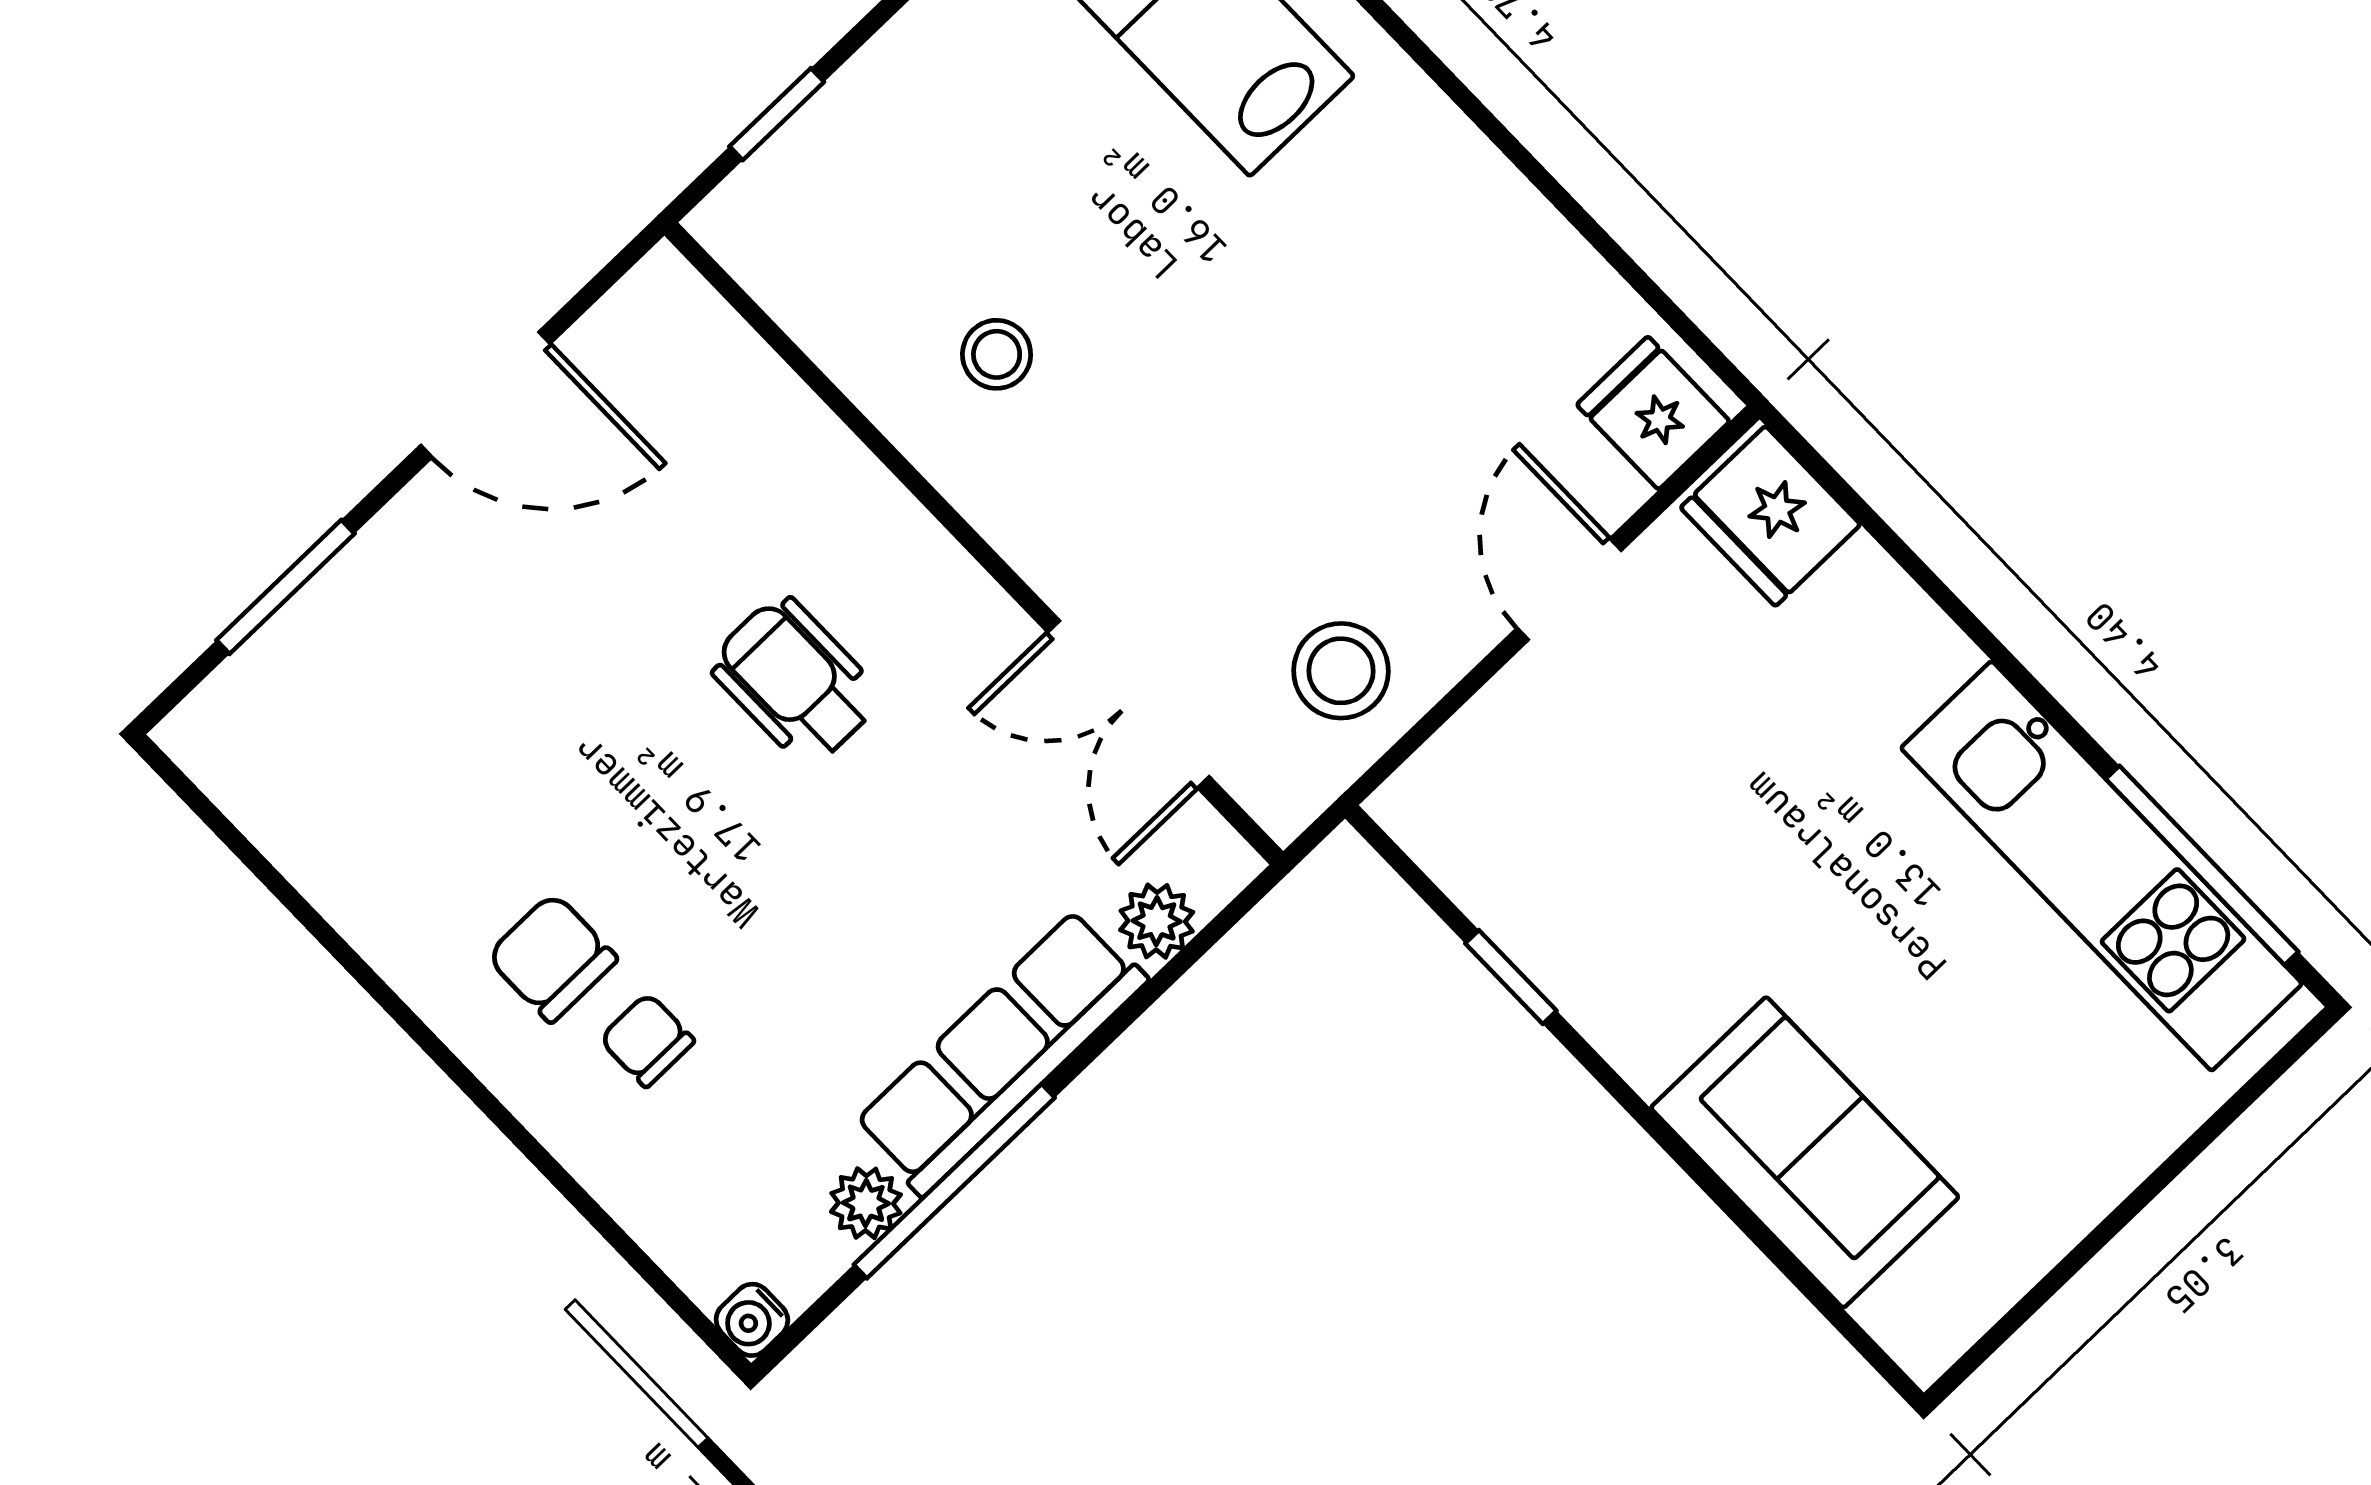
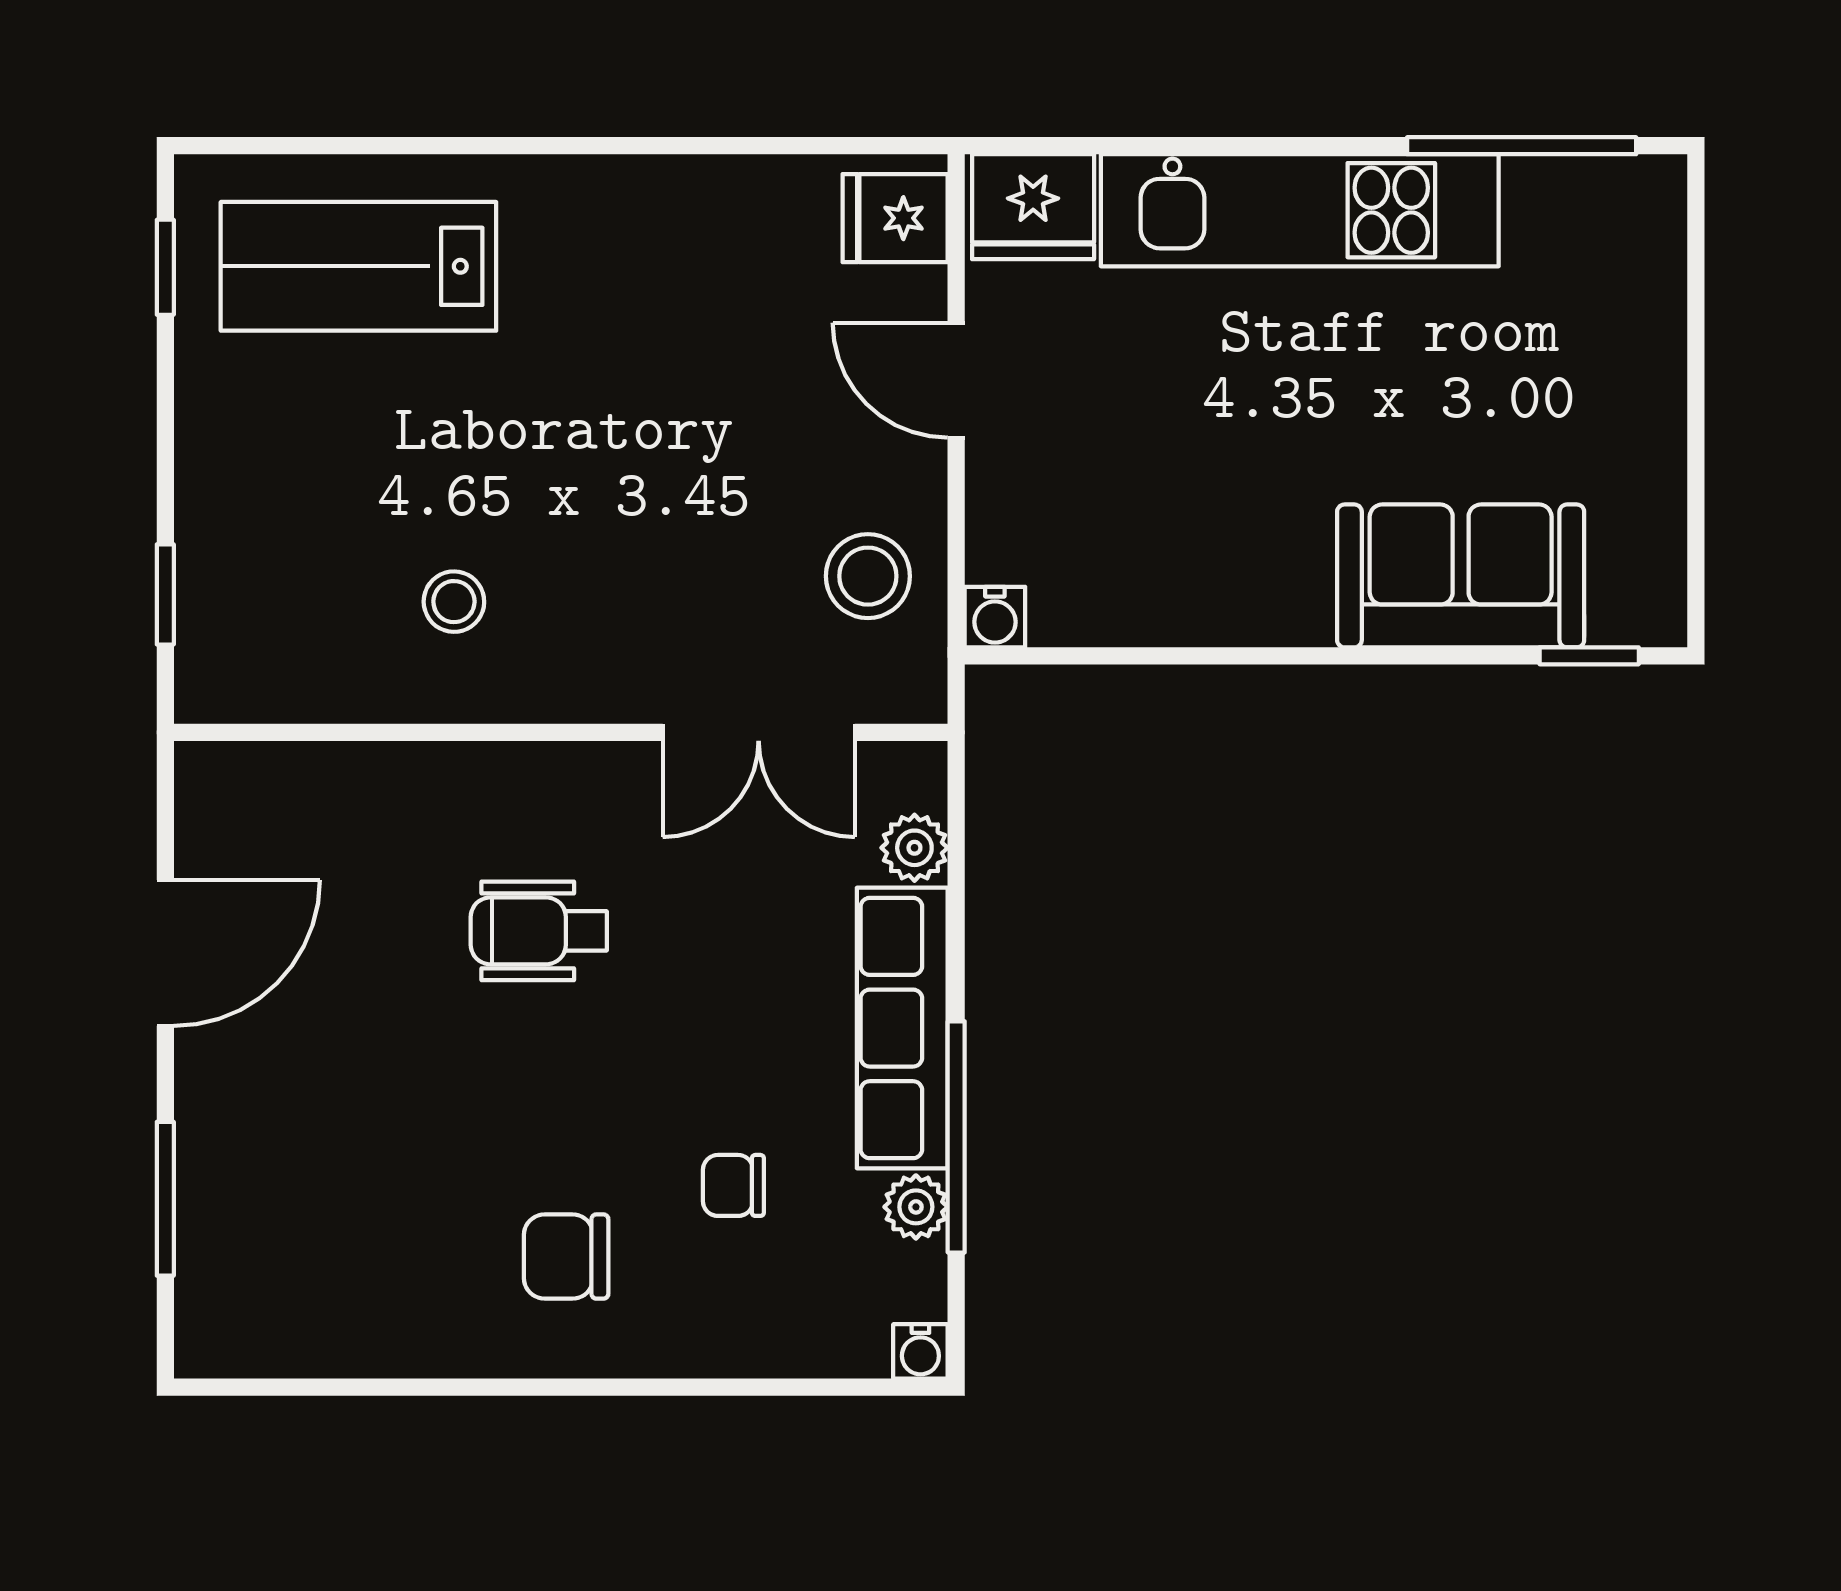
water cooler: (1407, 806) -> (995, 617), added
kitchen unit: (2101, 866) -> (1300, 210), moved
window: (1511, 977) -> (1589, 656), moved
chair: (647, 1040) -> (733, 1185), moved

